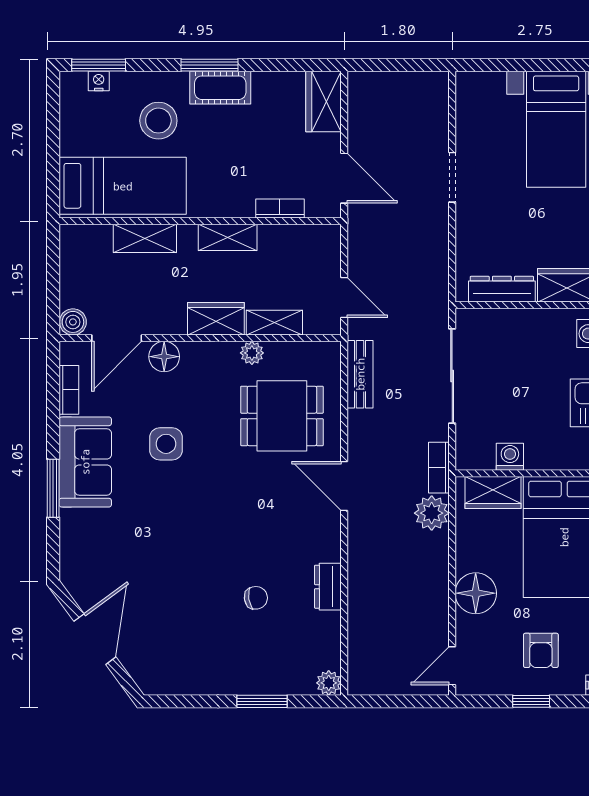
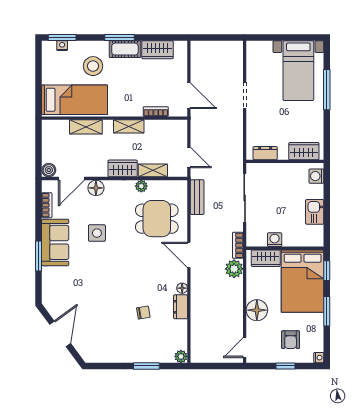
wardrobe: (324, 102) -> (158, 50), moved, turned -90
dresser: (502, 289) -> (265, 153), width x0.70
floor lamp: (331, 551) -> (182, 288), added

